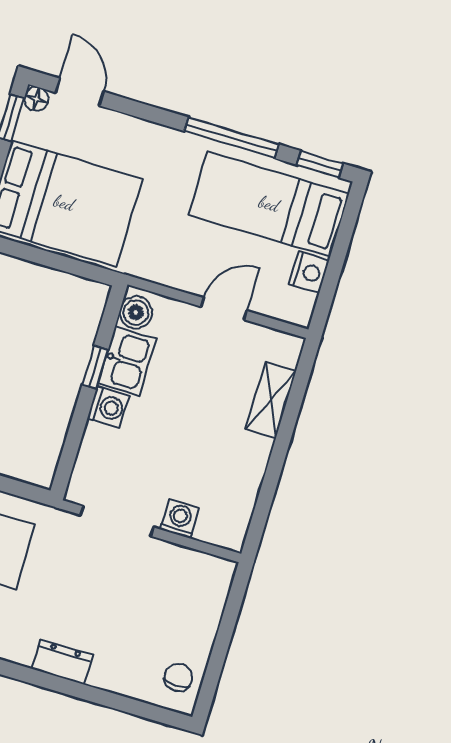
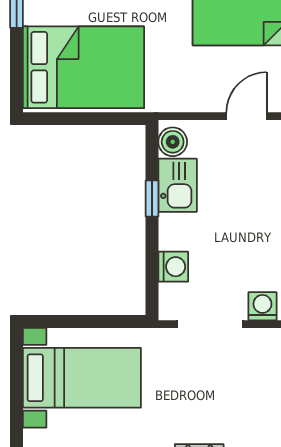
washing machine: (108, 407) -> (173, 267), moved

